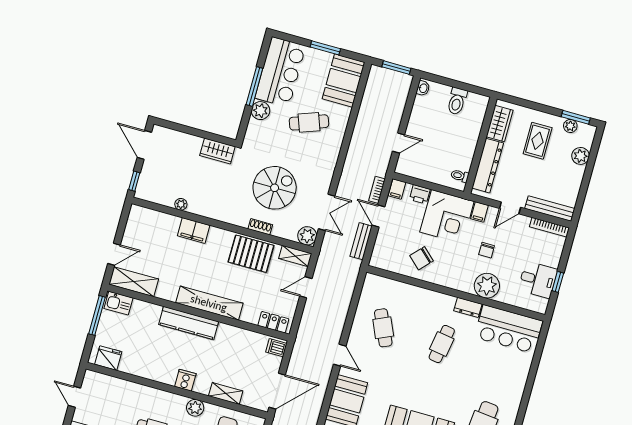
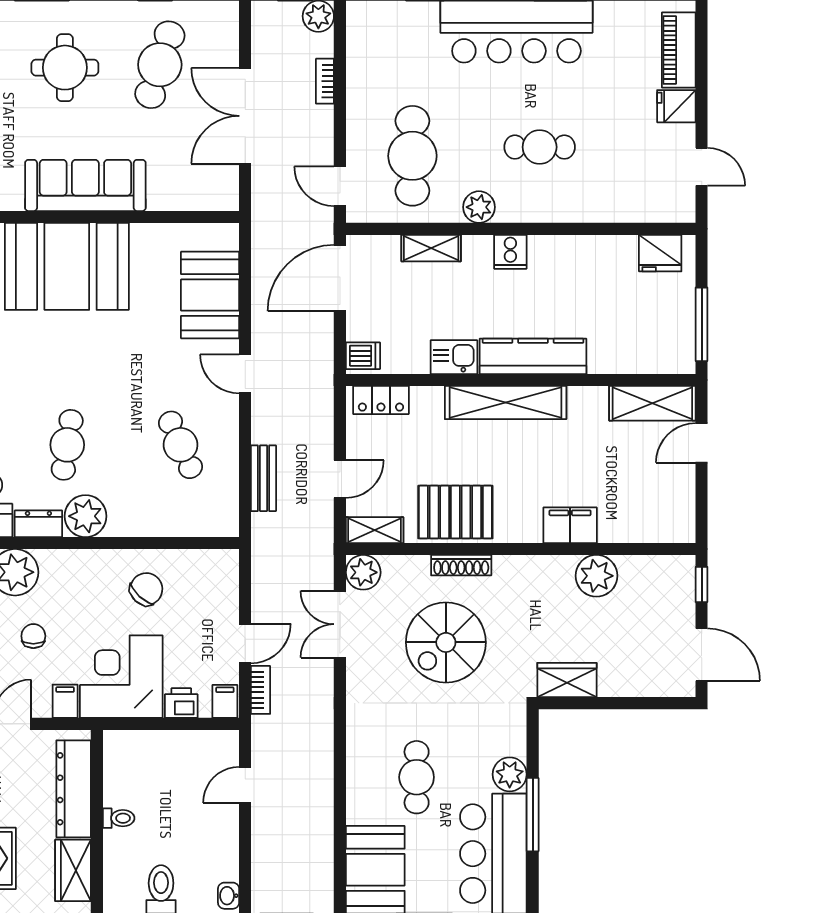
cafe table: (309, 122) -> (417, 777), turned -70
toilet: (460, 176) -> (119, 818), moved
plant: (181, 204) -> (596, 576), width x1.88, depth x1.88
door: (378, 216) -> (245, 643), hinge flipped
shoe rack: (260, 227) -> (461, 565), width x1.43
bench: (361, 241) -> (264, 478), moved
kitchen sink: (119, 303) -> (454, 357), moved
plant: (442, 305) -> (86, 516), added

